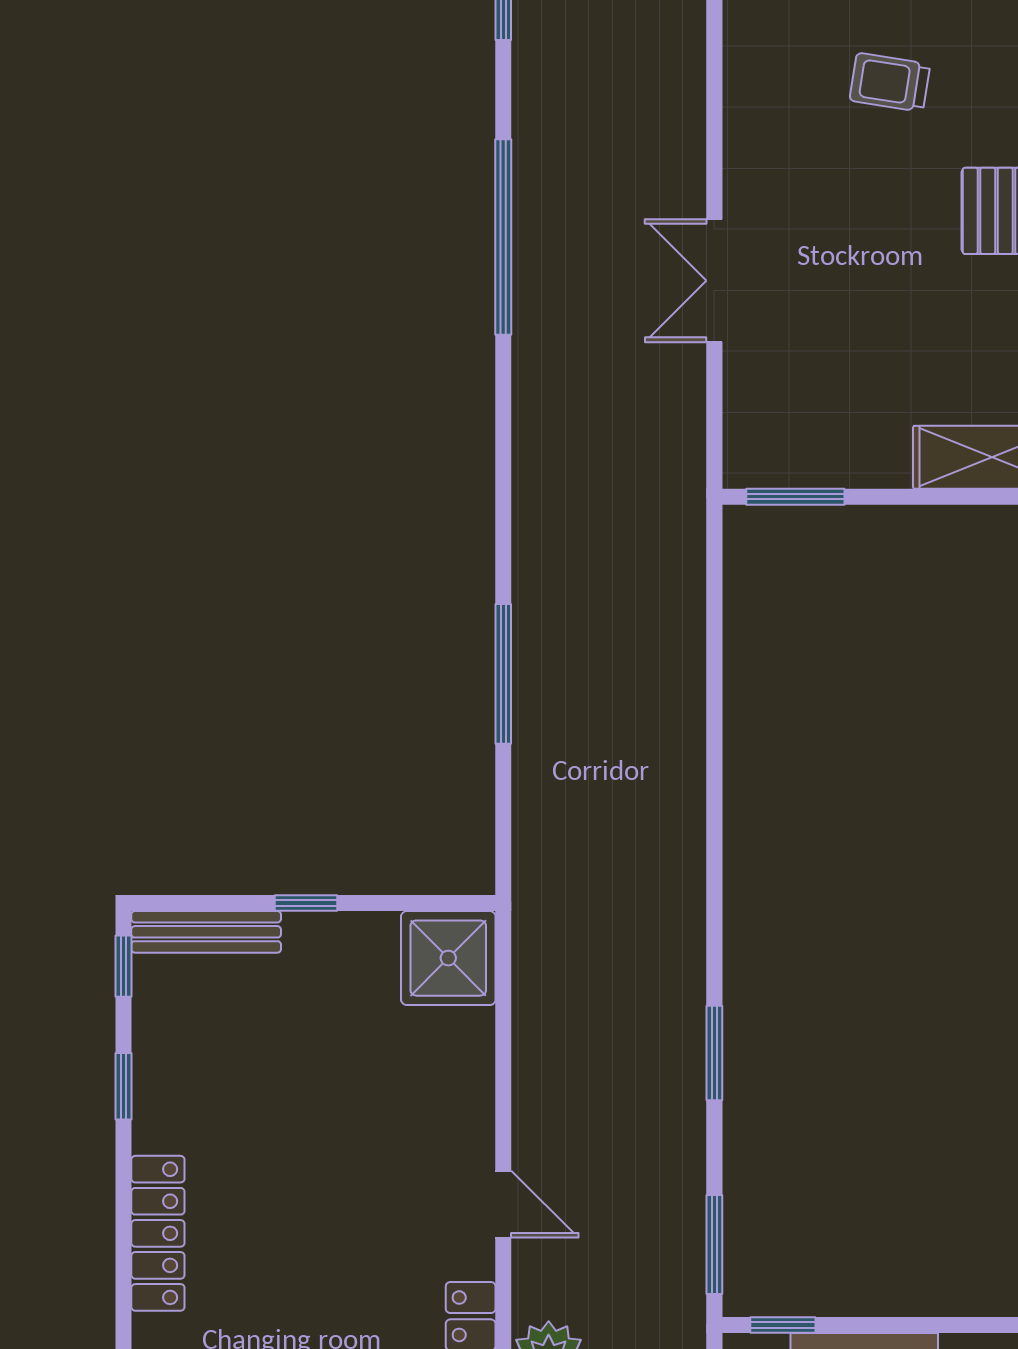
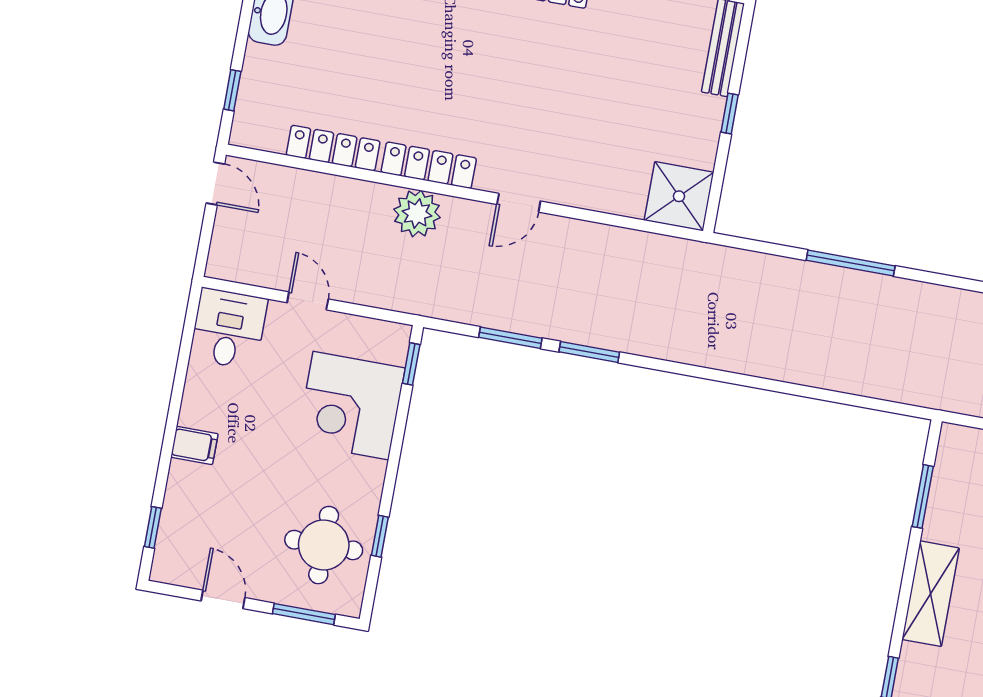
window: (795, 497) -> (923, 496), moved
window: (714, 1245) -> (510, 338), moved

